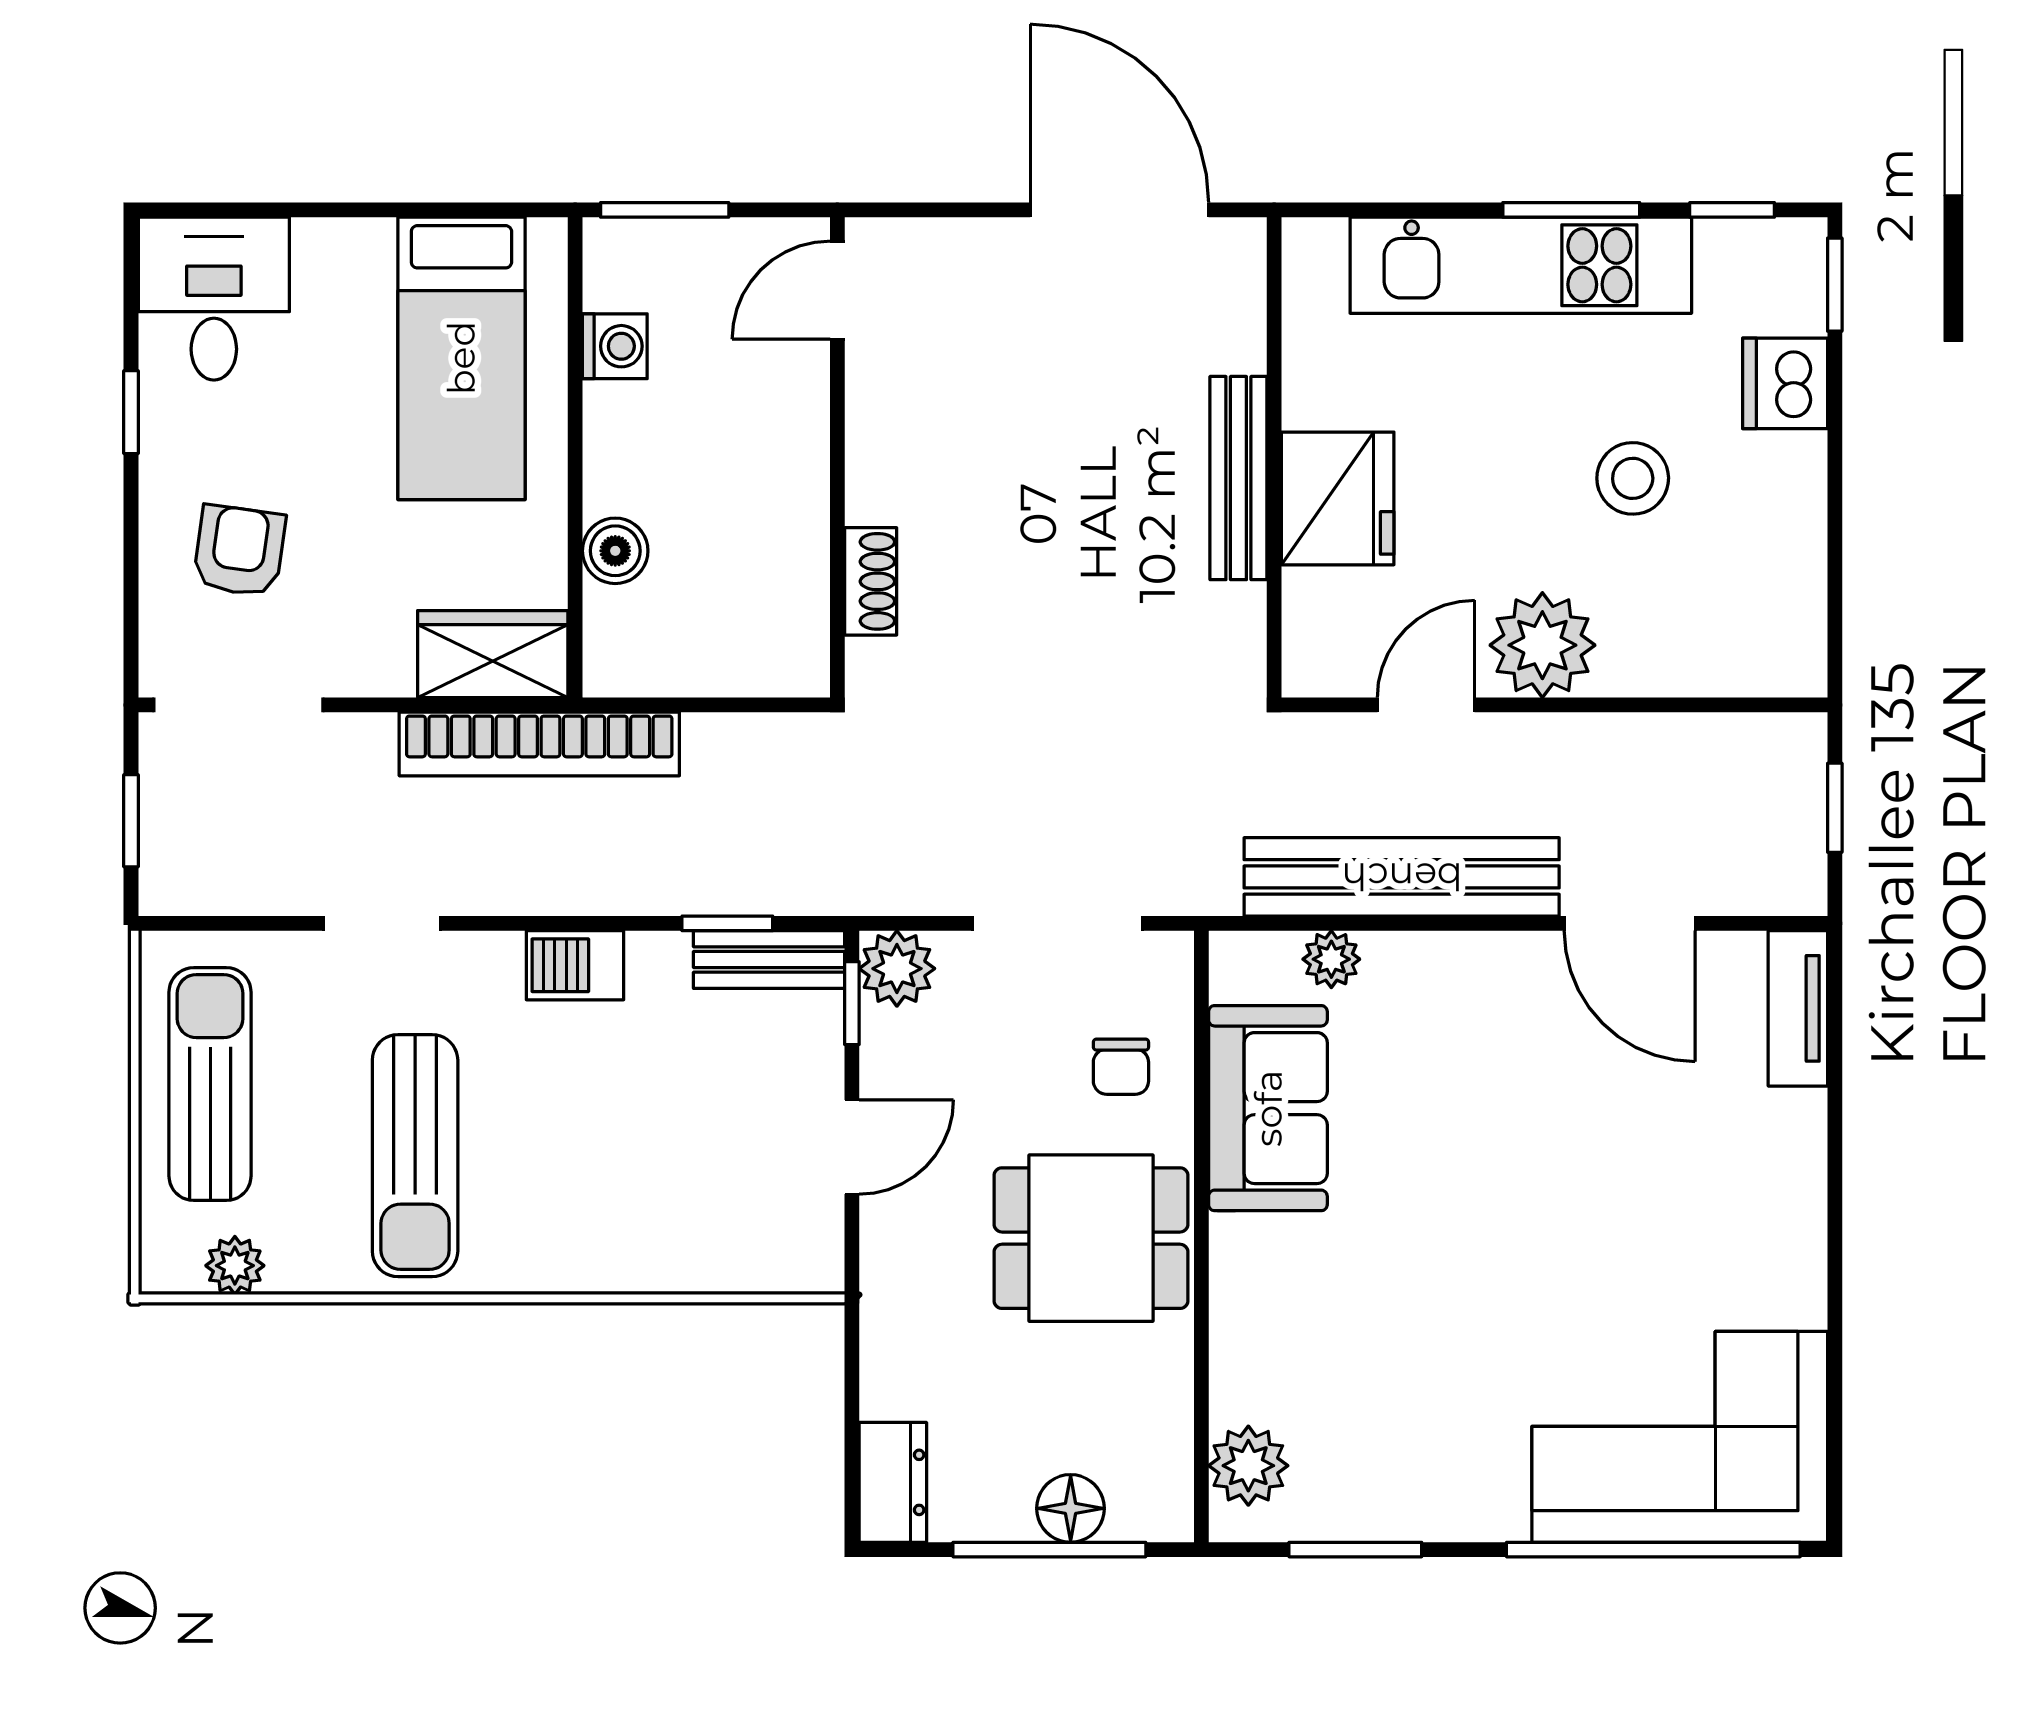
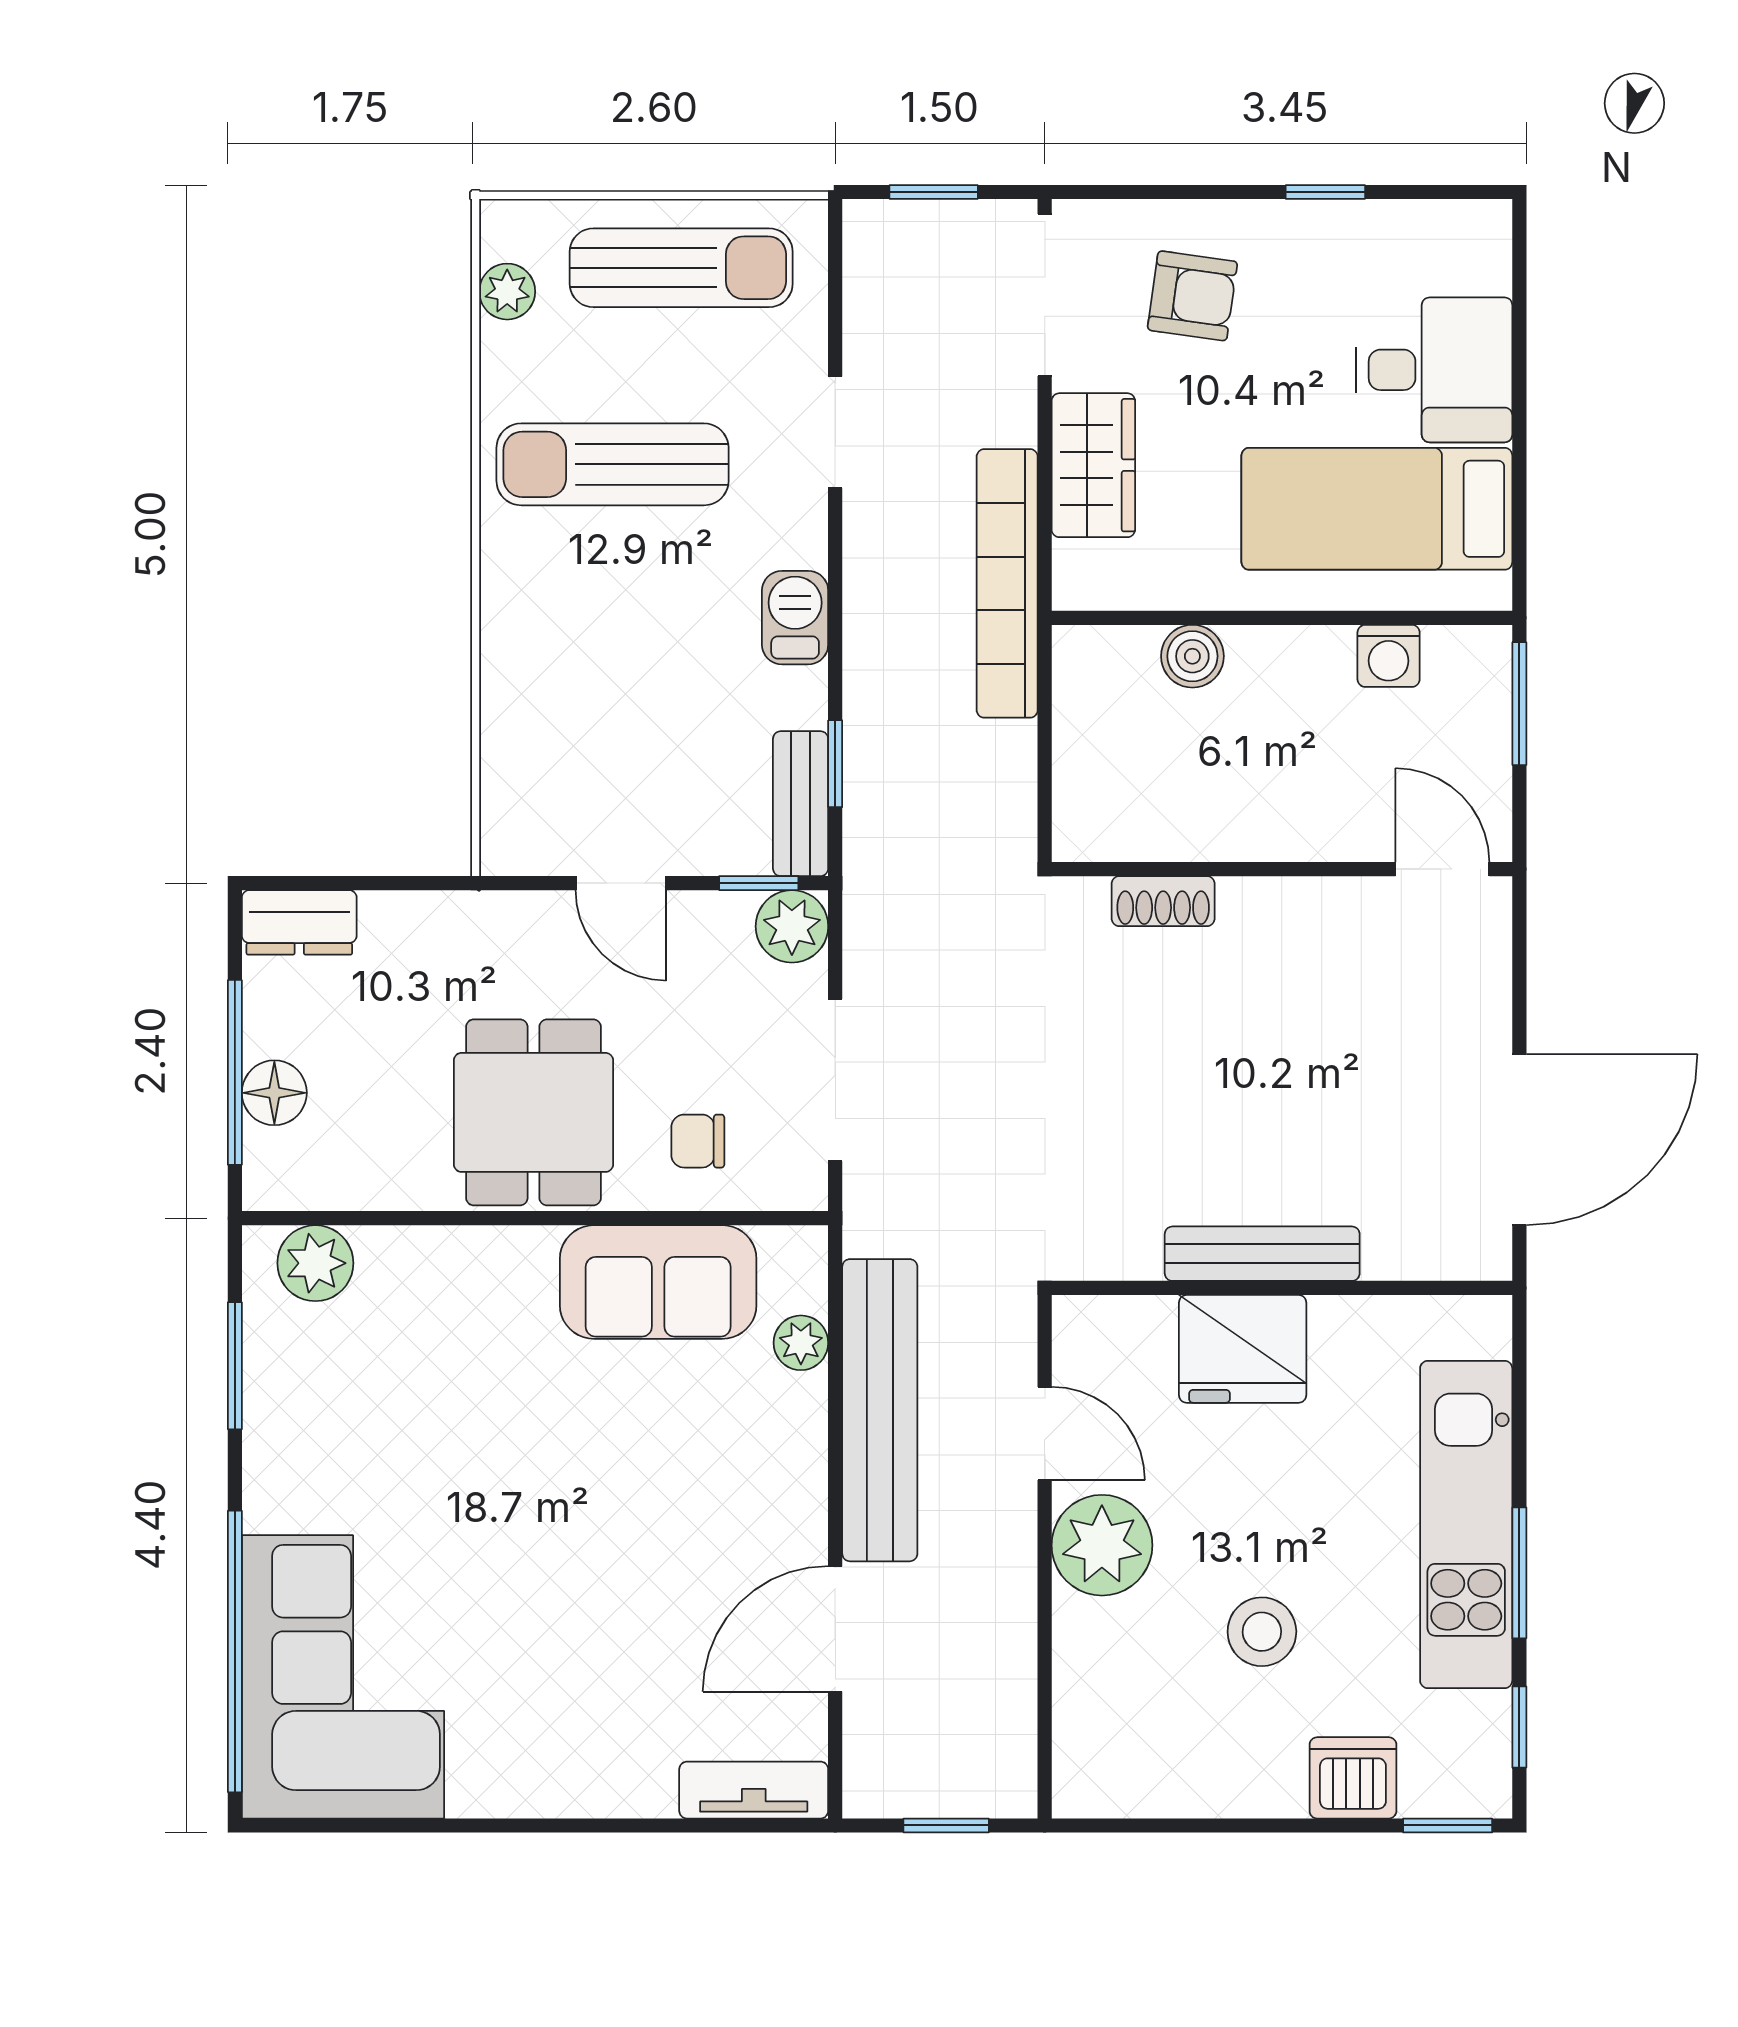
desk: (214, 299) -> (1434, 370), moved
wardrobe: (493, 654) -> (1093, 465), moved

